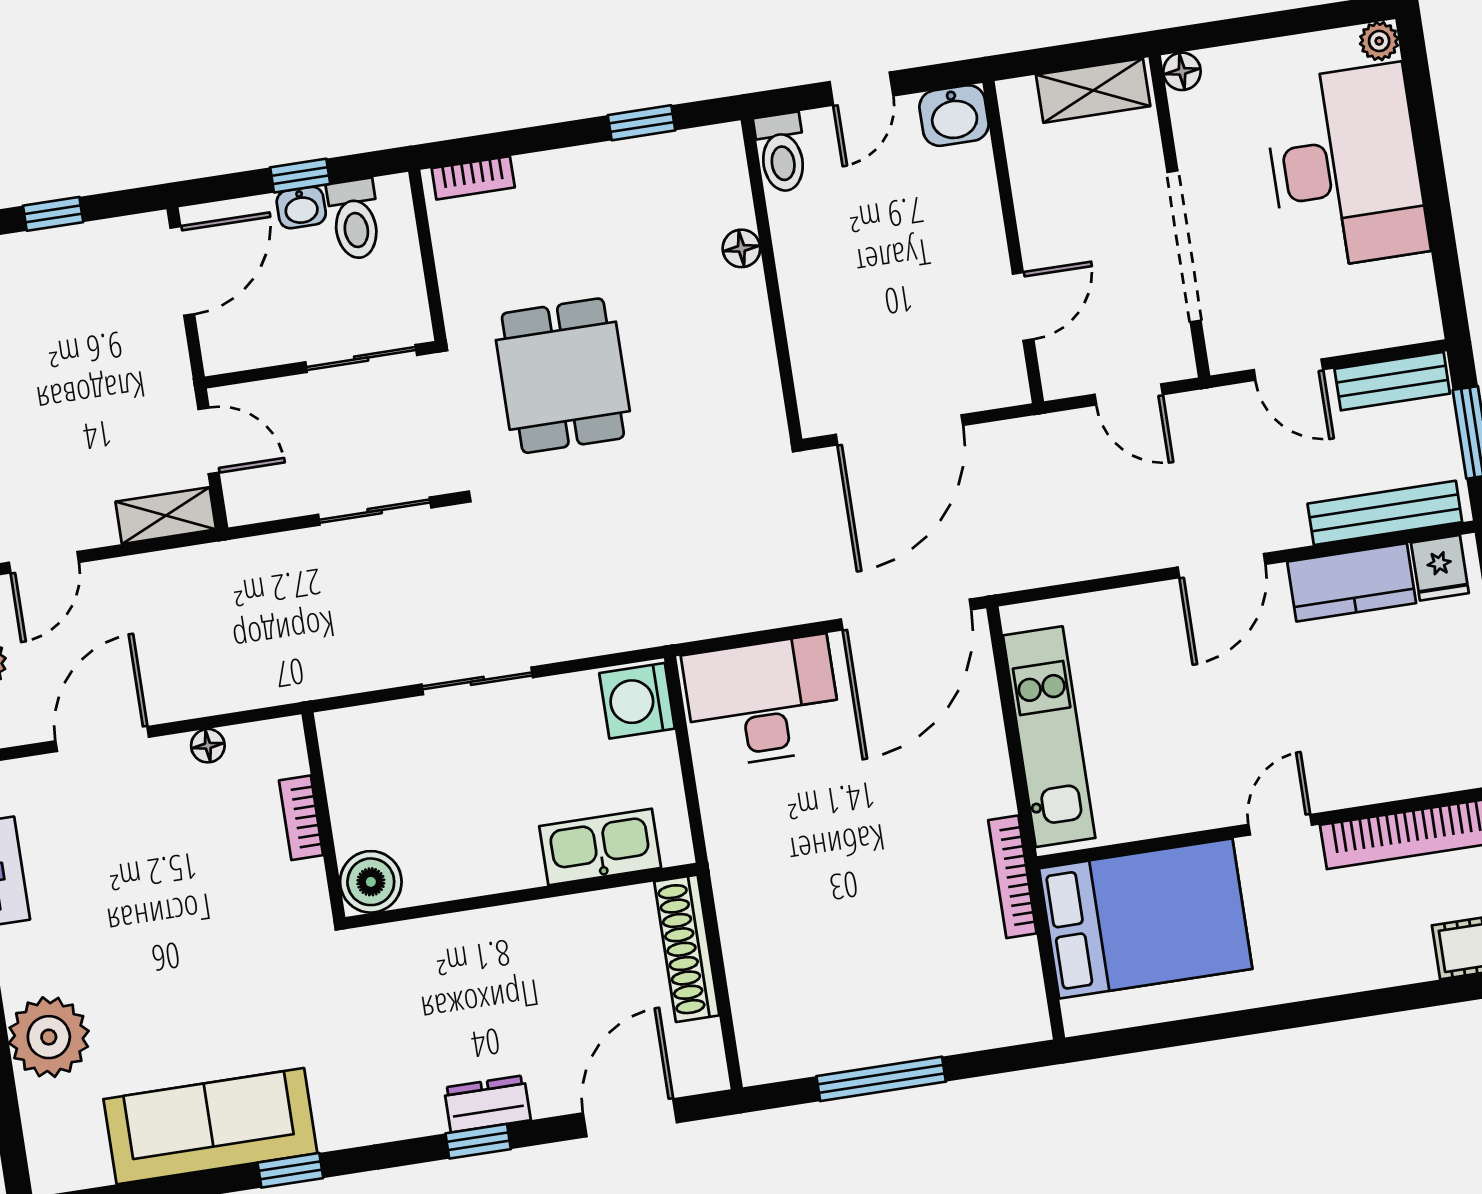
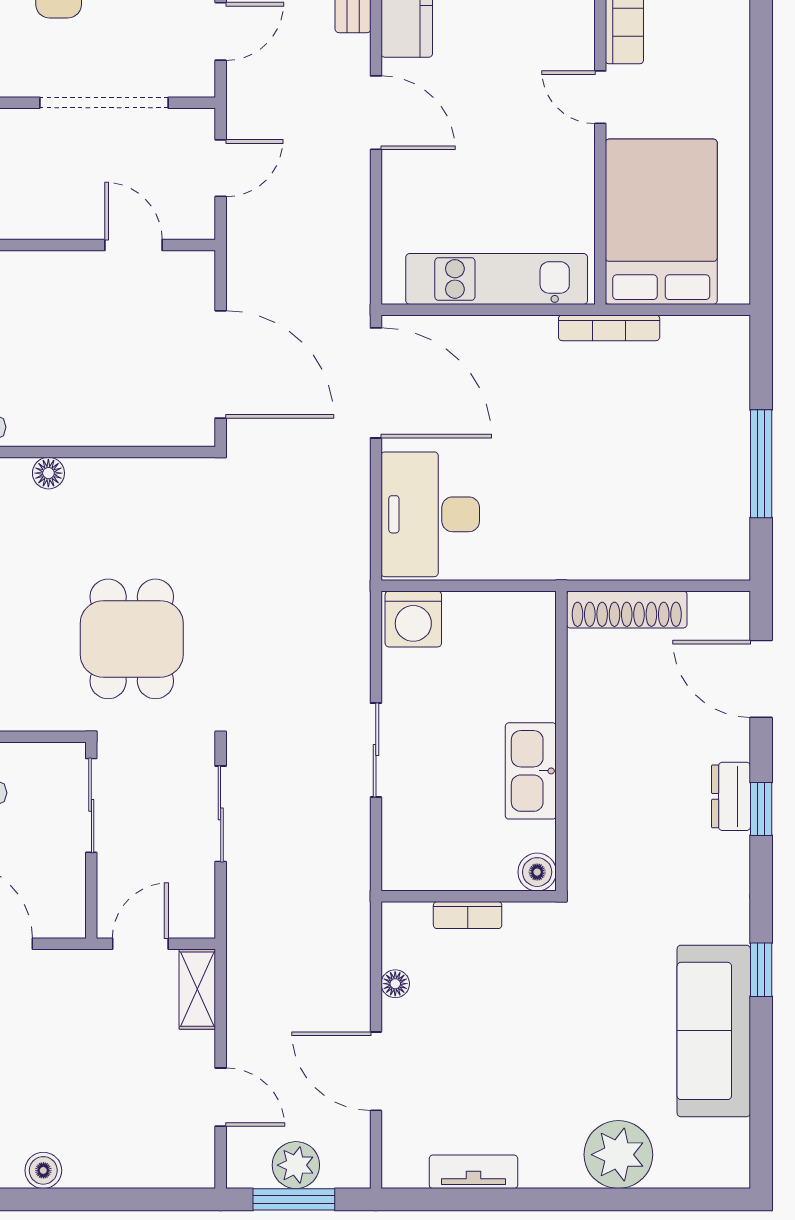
dining table: (563, 376) -> (132, 639), turned 90
kitchen sink: (600, 847) -> (531, 771), moved
boiler: (371, 882) -> (537, 872), width x0.73, depth x0.73

